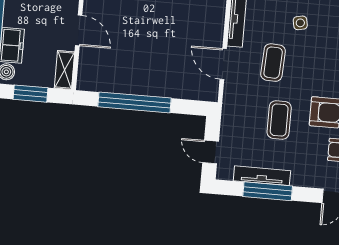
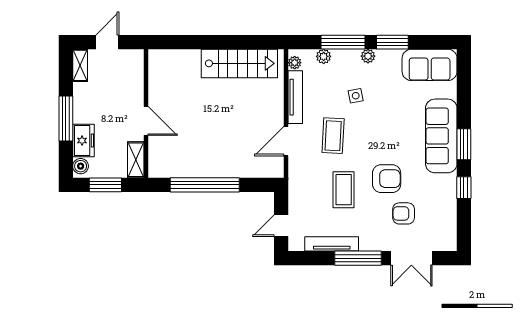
door: (223, 64) -> (286, 141), hinge flipped
door: (211, 152) -> (281, 226), hinge flipped
window: (268, 191) -> (358, 258), moved

